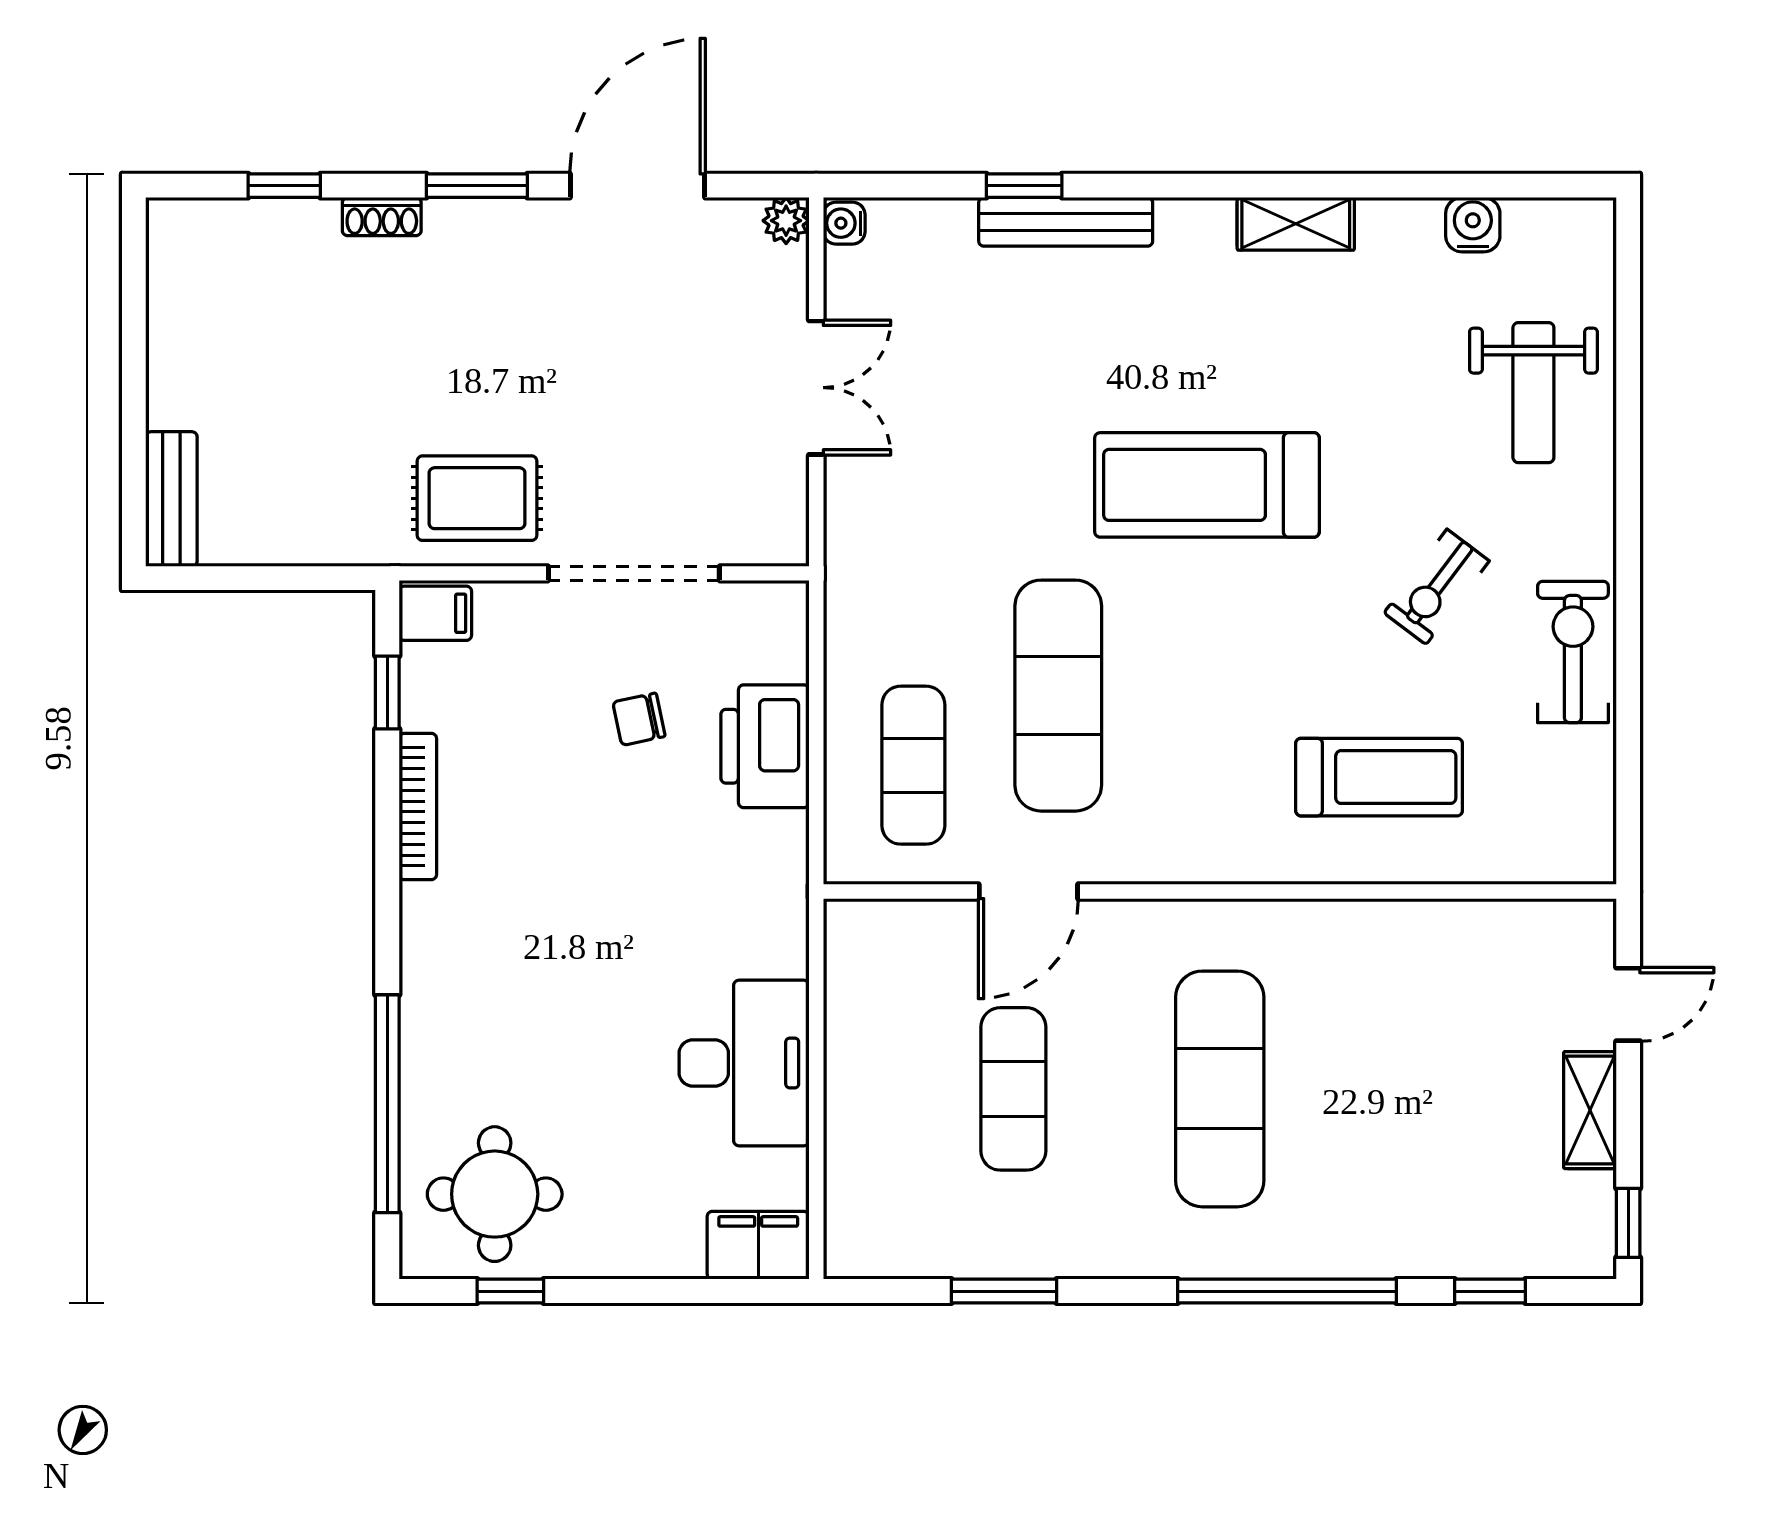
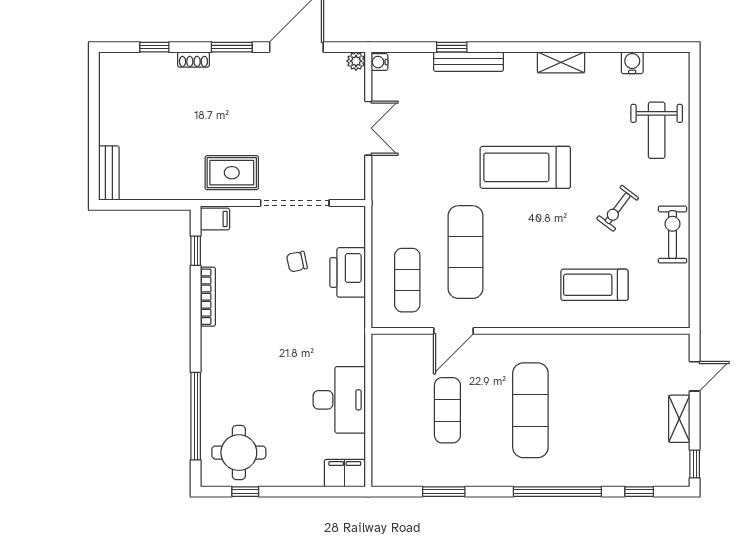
treadmill: (1379, 777) -> (595, 285), turned 180

